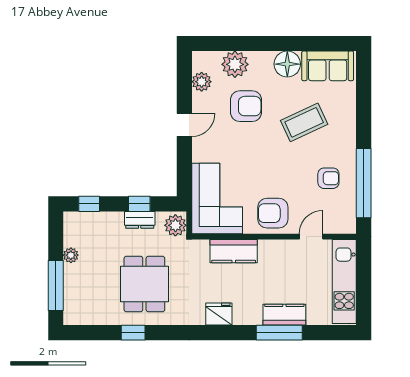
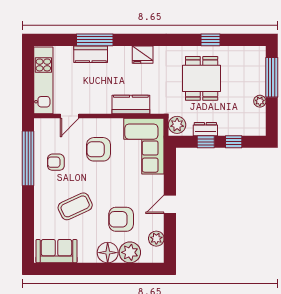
floor lamp: (287, 64) -> (108, 253), moved
window: (89, 204) -> (234, 142), moved
armchair: (273, 213) -> (99, 149), moved, turned 180

